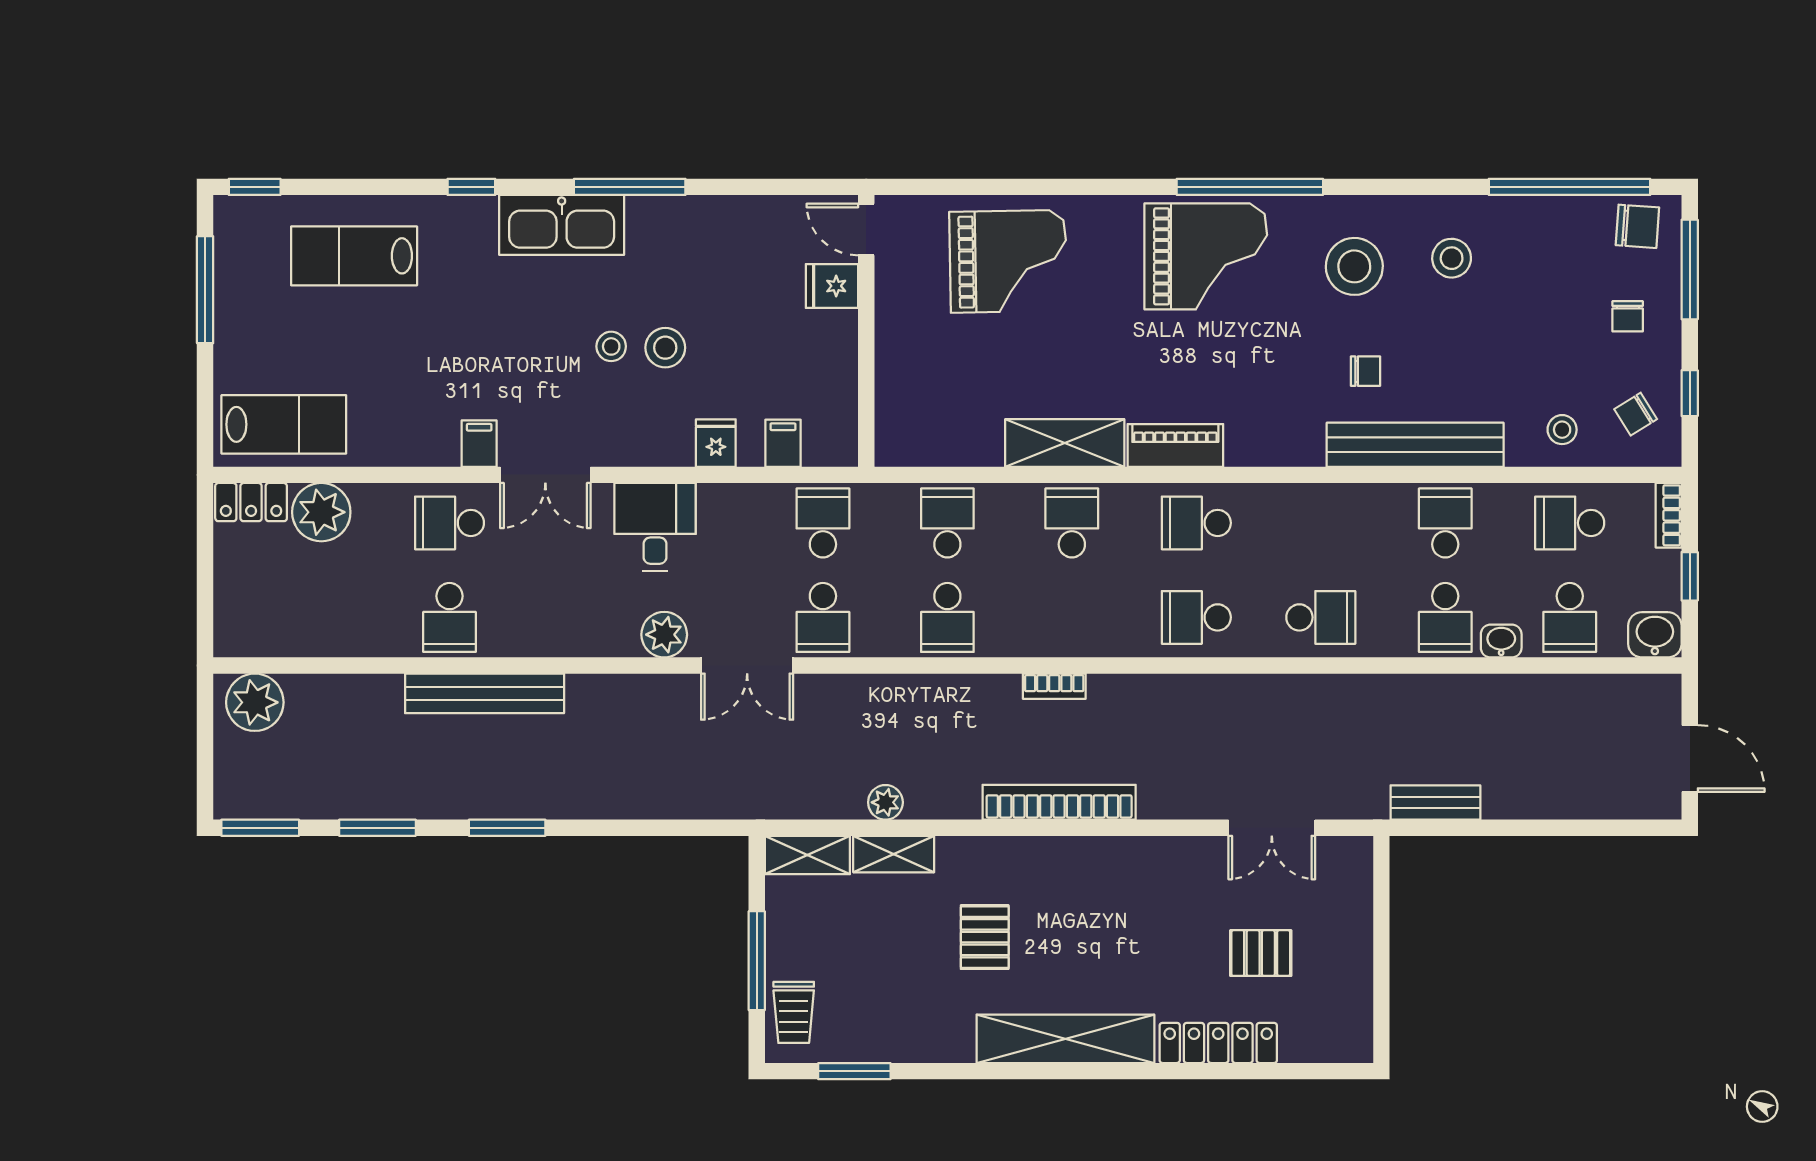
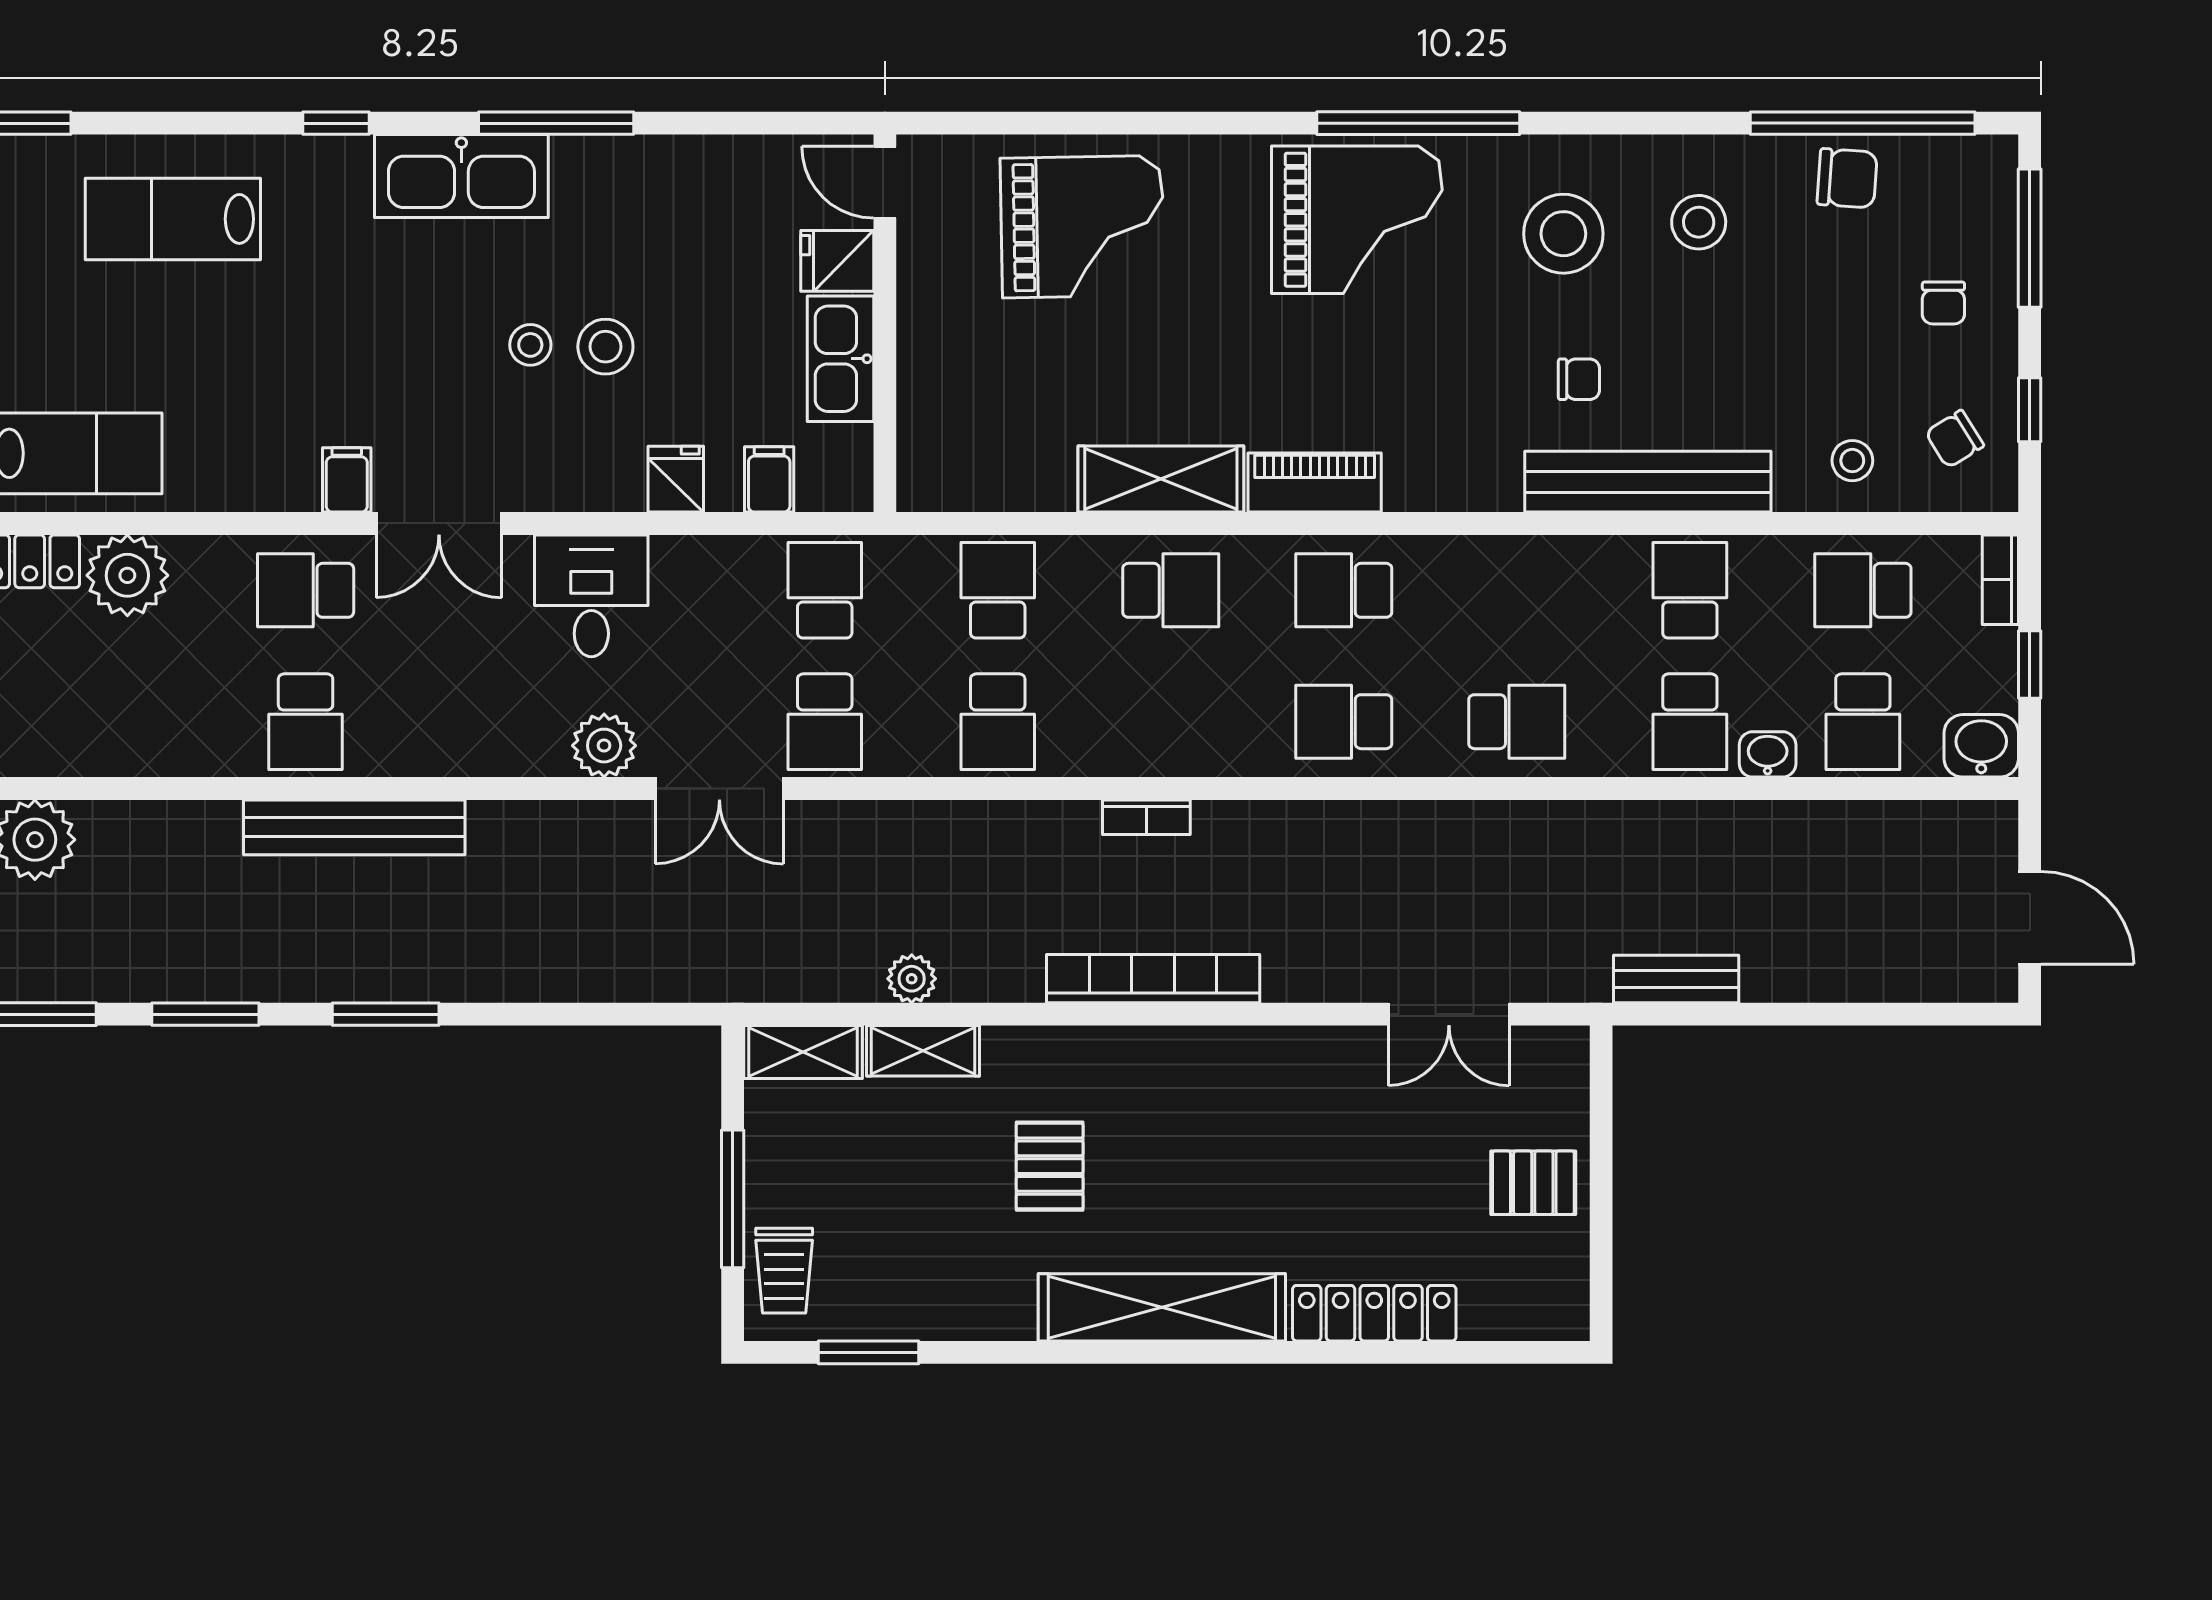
chair: (1637, 226) -> (1847, 178), moved
kitchen sink: (834, 356) -> (841, 359), added
school desk: (1072, 523) -> (1171, 590), turned 90
pallet: (1261, 953) -> (1533, 1183), moved

